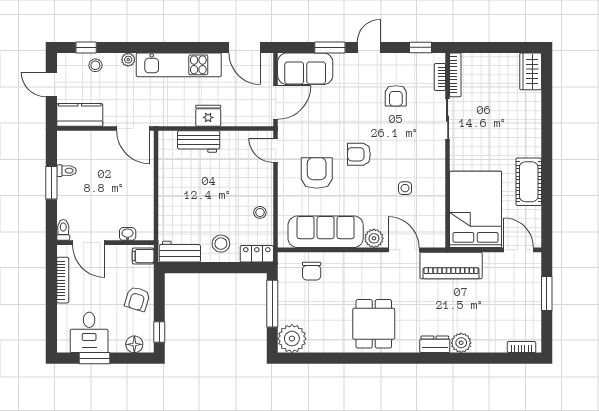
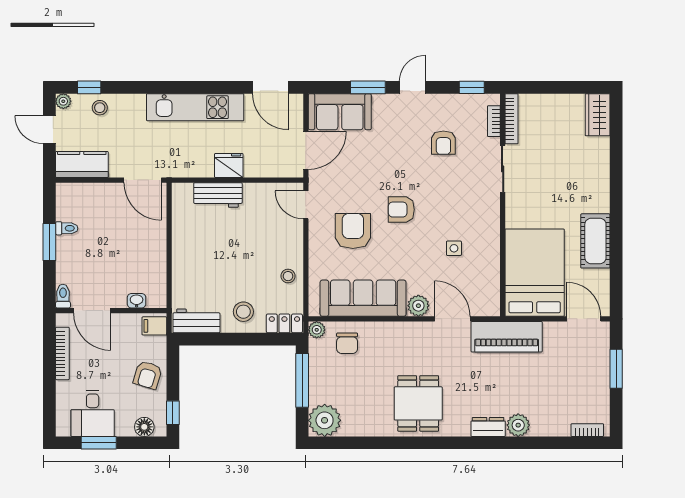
plant: (128, 60) -> (63, 101), moved
plant: (285, 259) -> (317, 330), added

